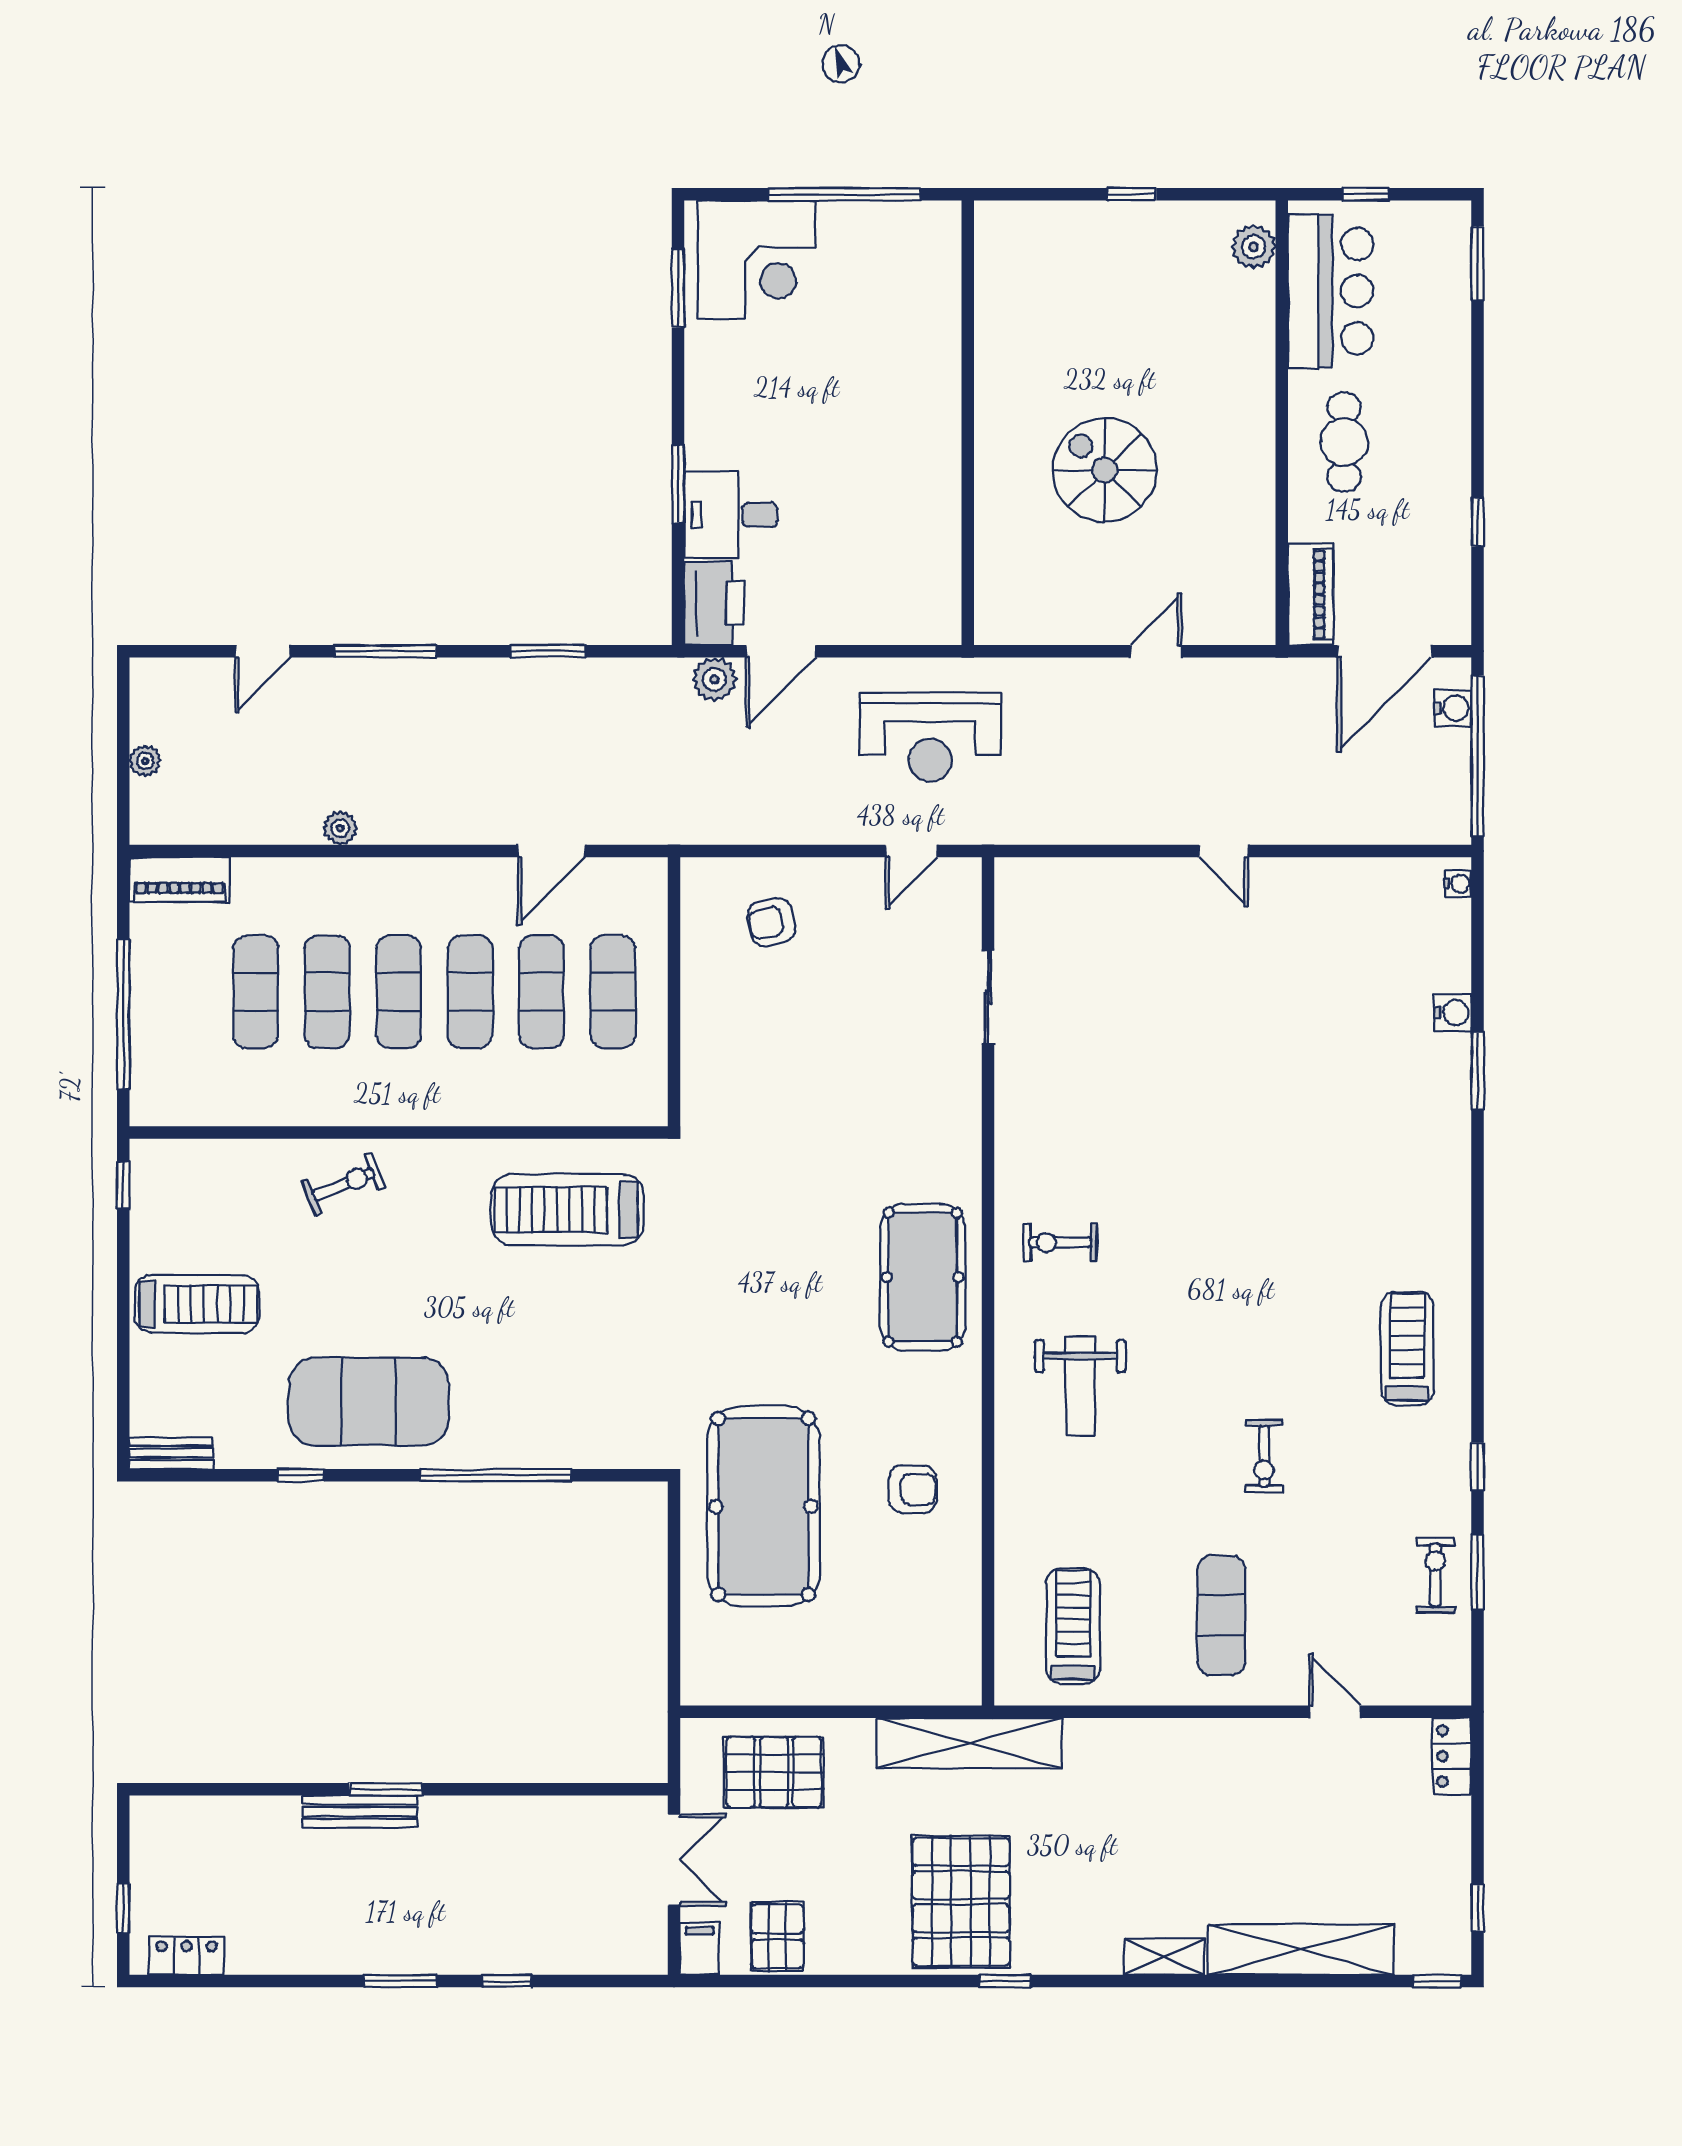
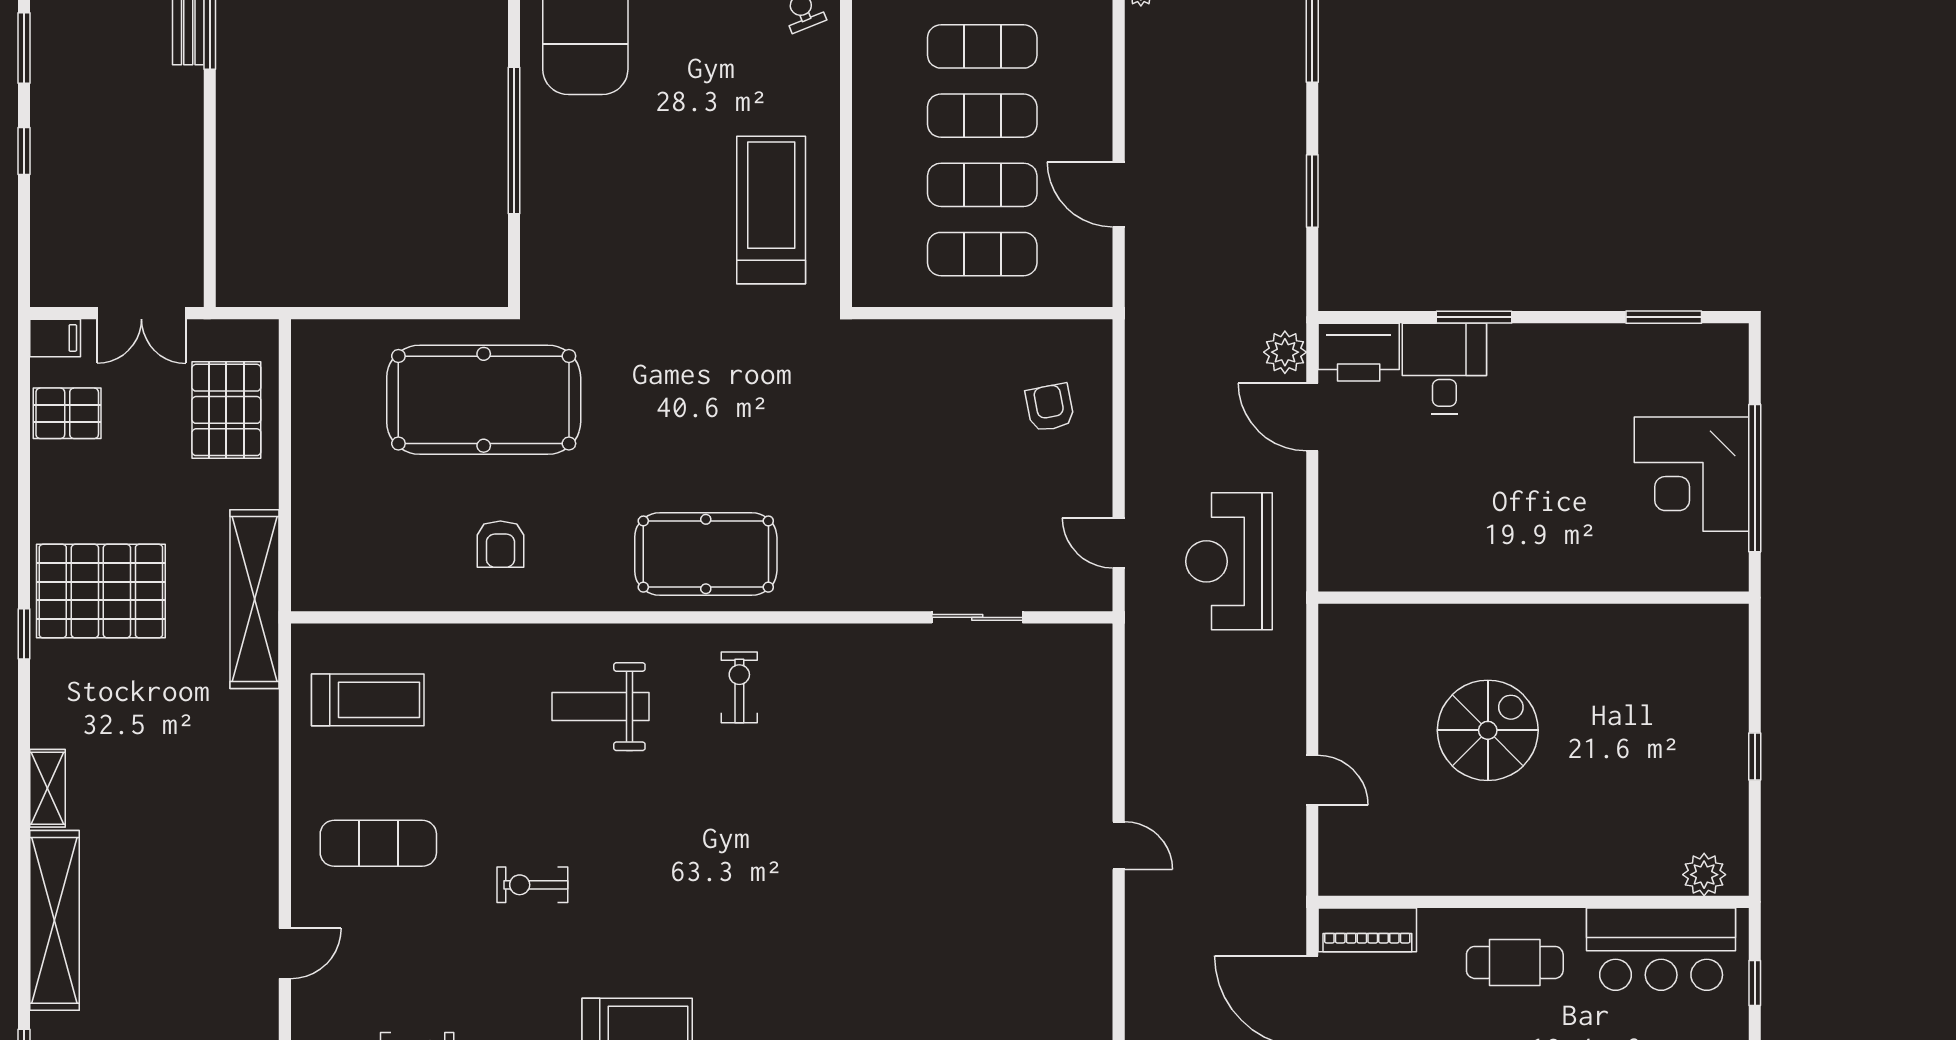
corner desk: (757, 260) -> (1692, 474), moved
door: (1224, 851) -> (1119, 845), swing flipped

